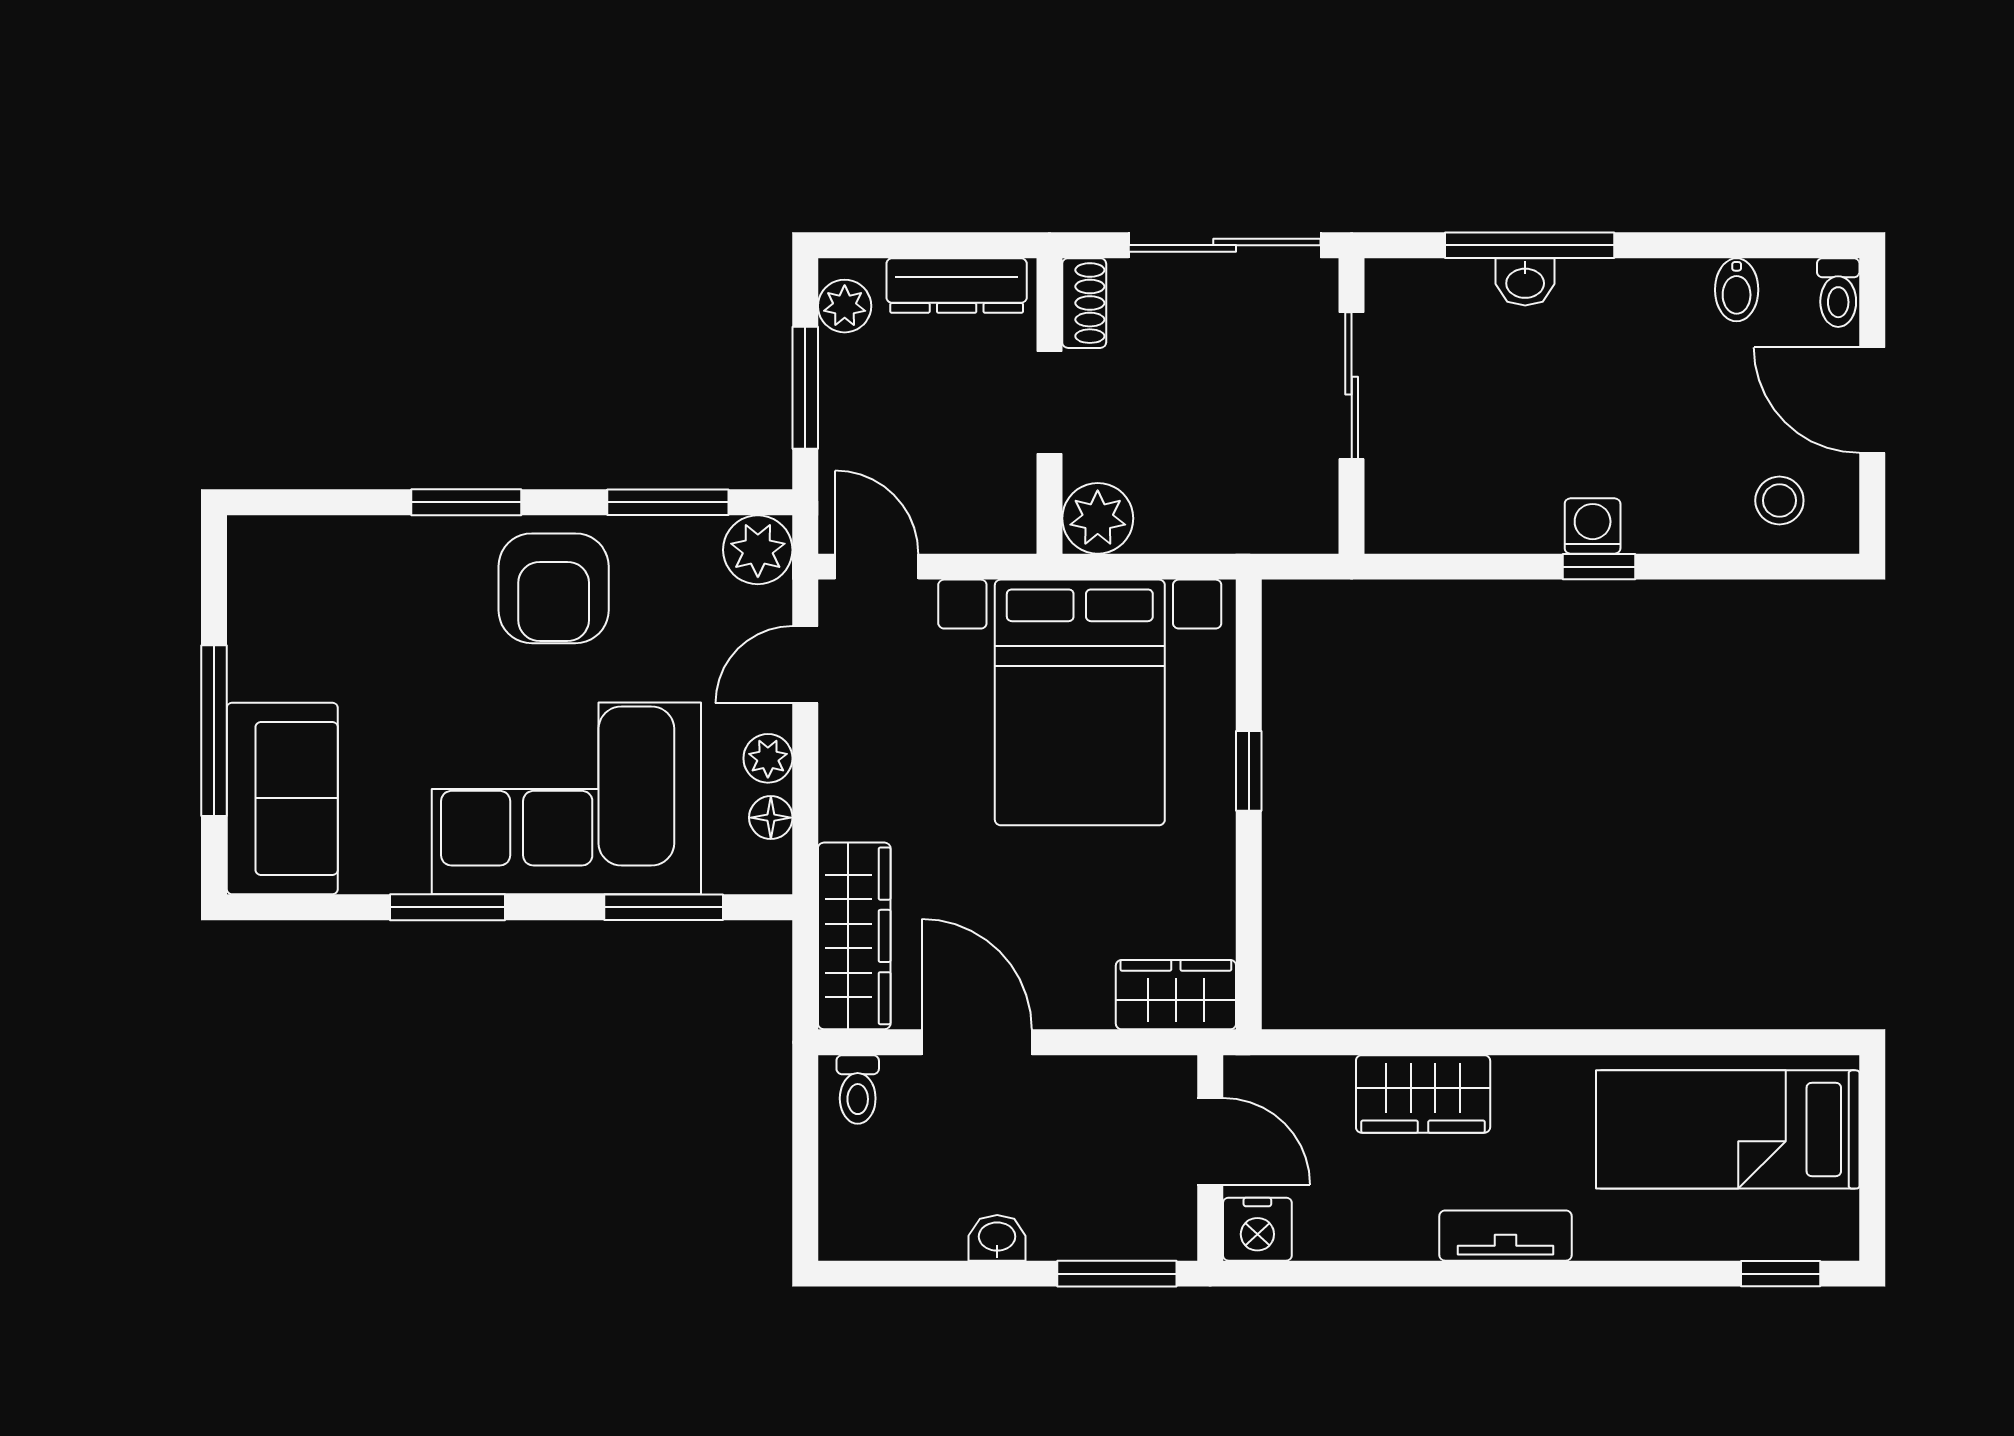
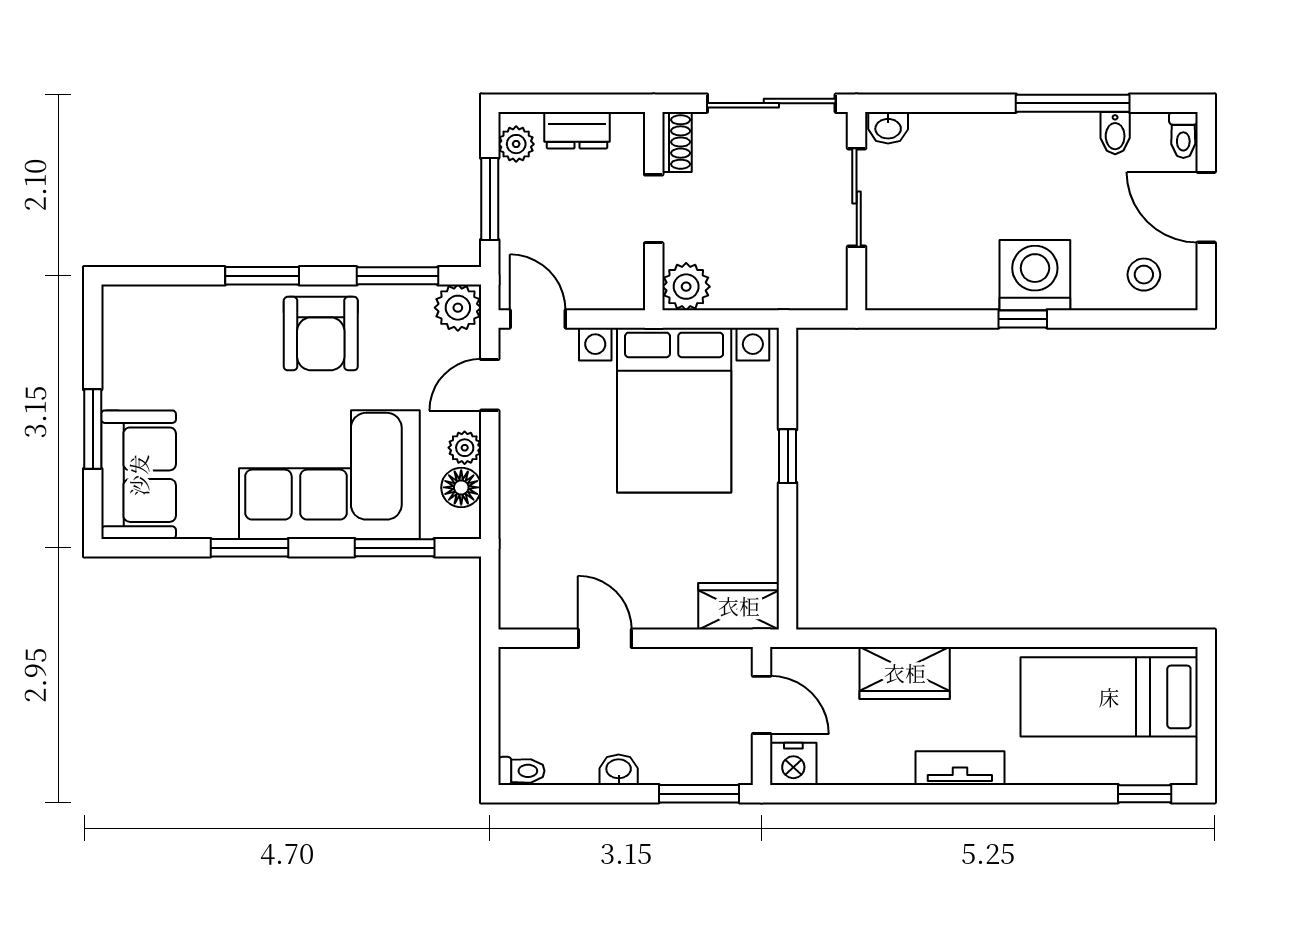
window: (1530, 245) -> (1073, 103), moved
washbasin: (1525, 282) -> (888, 128), moved
dresser: (957, 285) -> (577, 130), width x0.70
washing machine: (1593, 526) -> (1035, 275), width x1.89, depth x1.89
window: (214, 731) -> (93, 429), width x0.69
floor lamp: (771, 818) -> (461, 487), width x1.37, depth x1.37
wardrobe: (854, 936) -> (523, 567), removed
door: (977, 1042) -> (605, 638), width x0.73
toilet: (858, 1089) -> (521, 771), moved, turned -90

